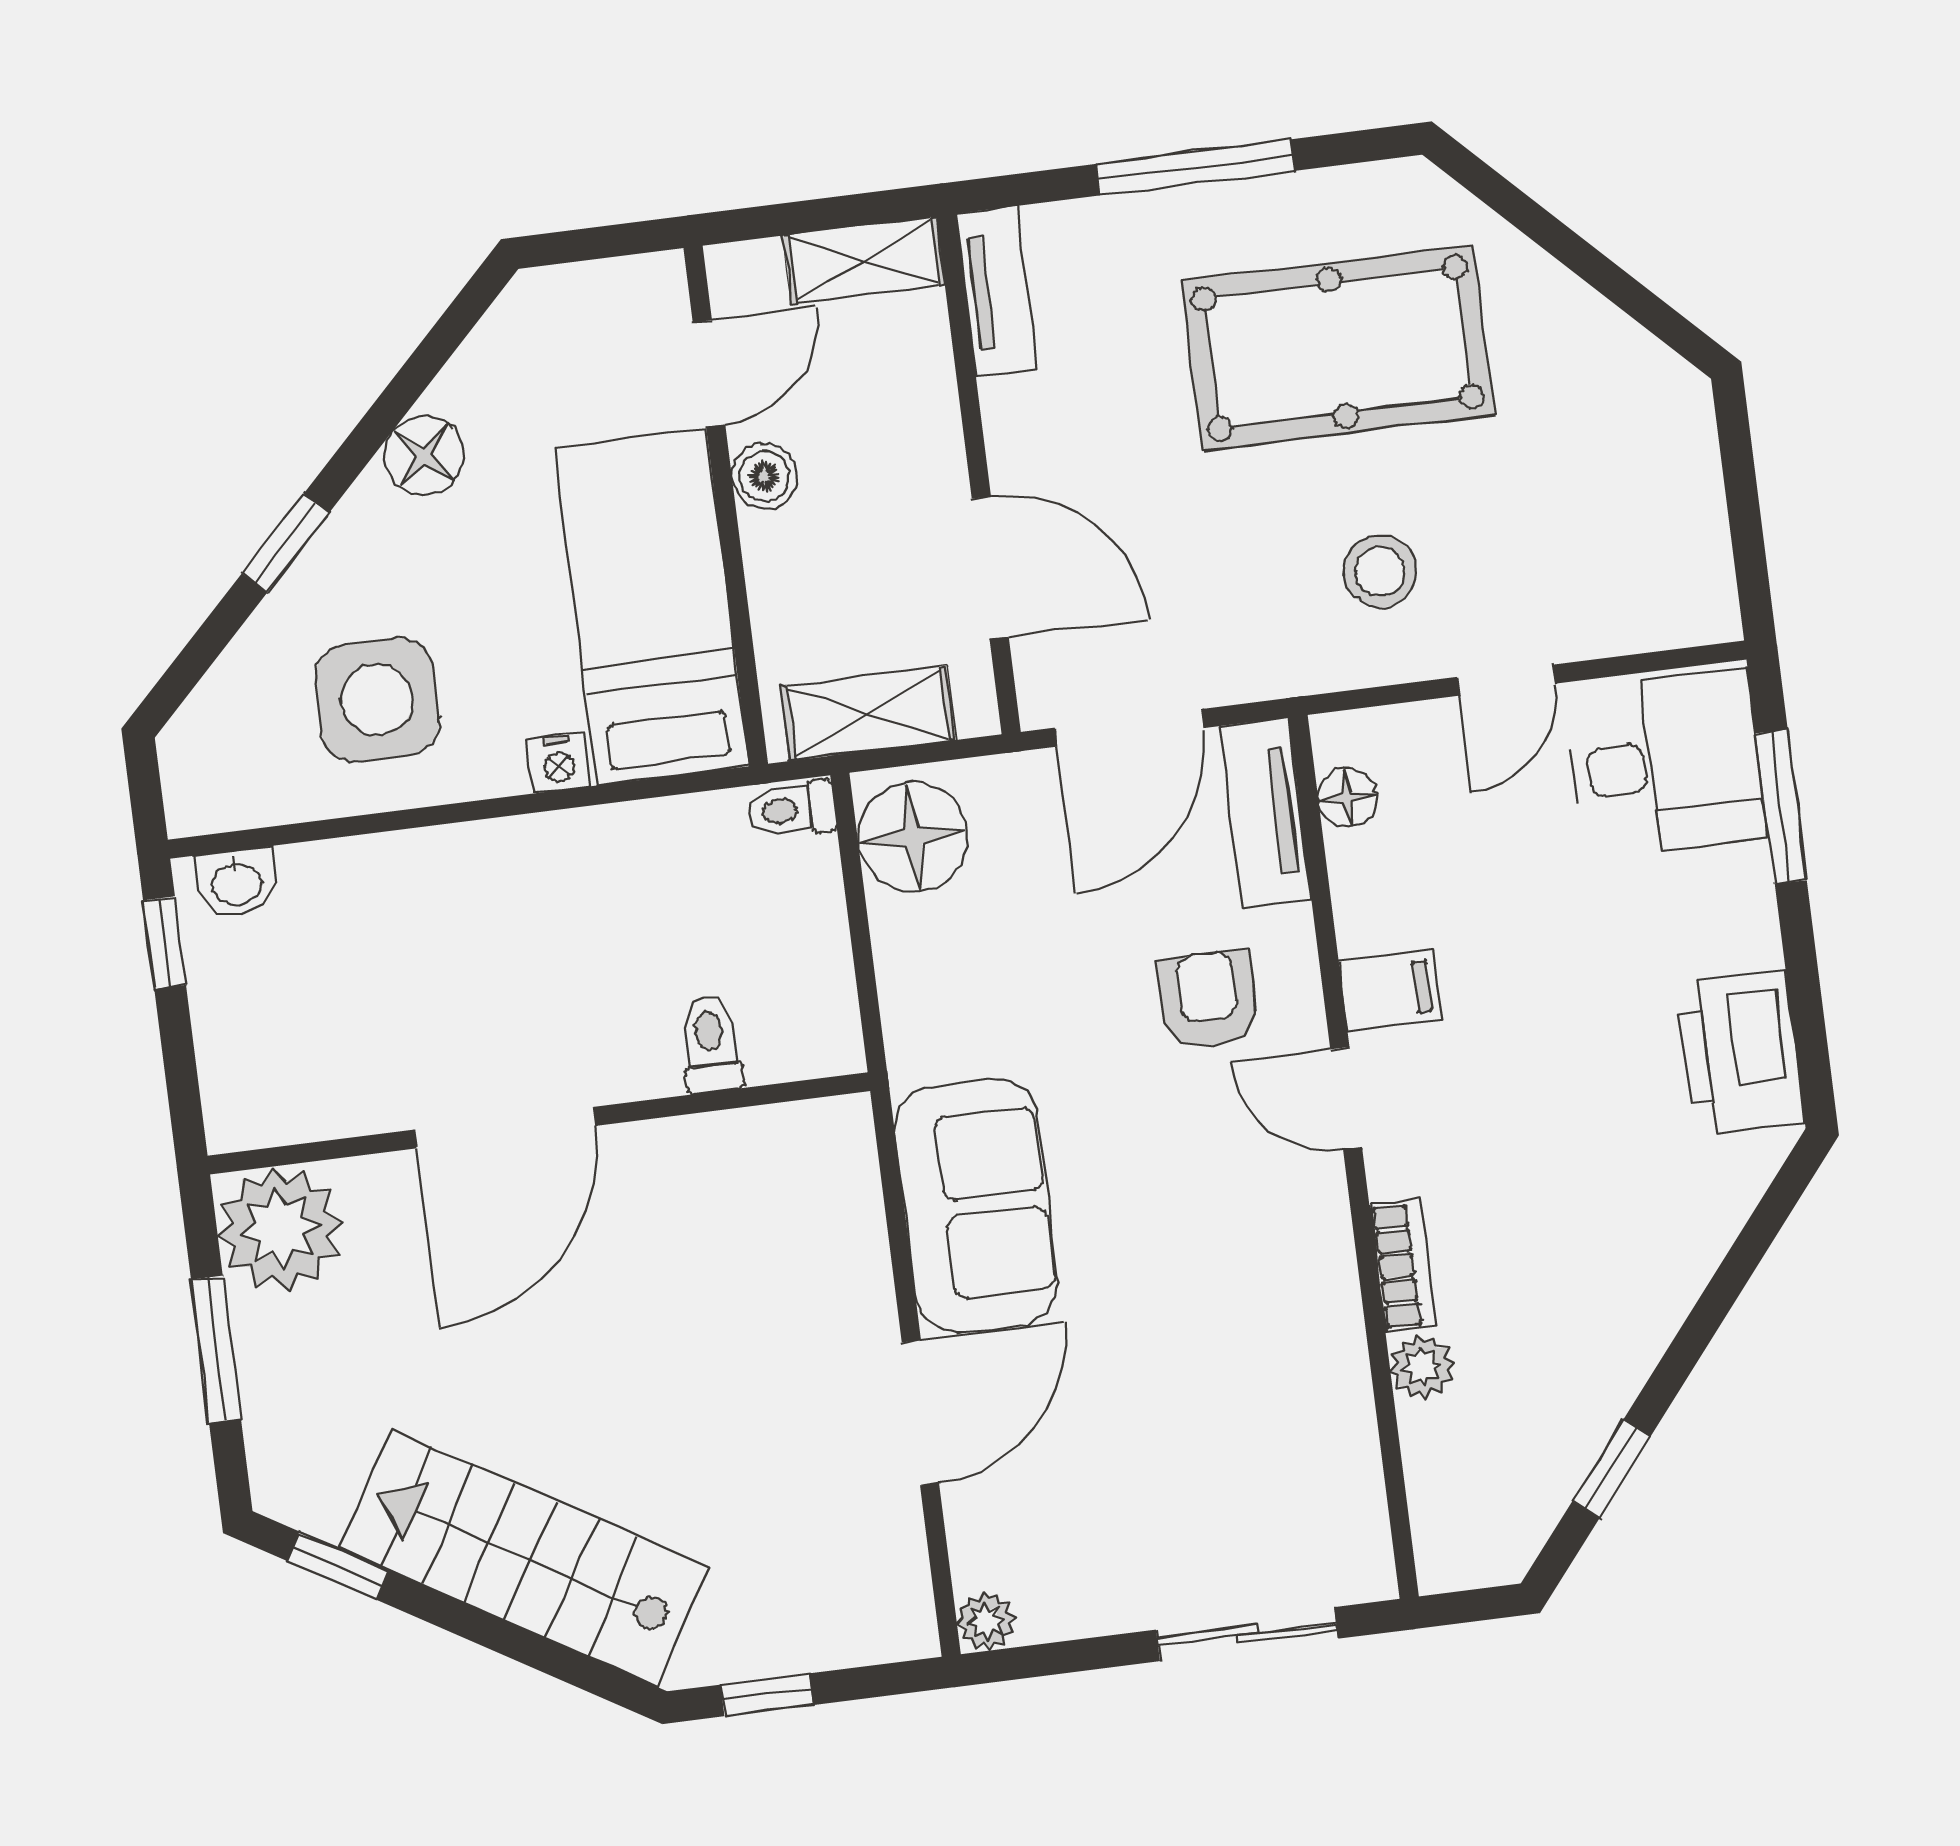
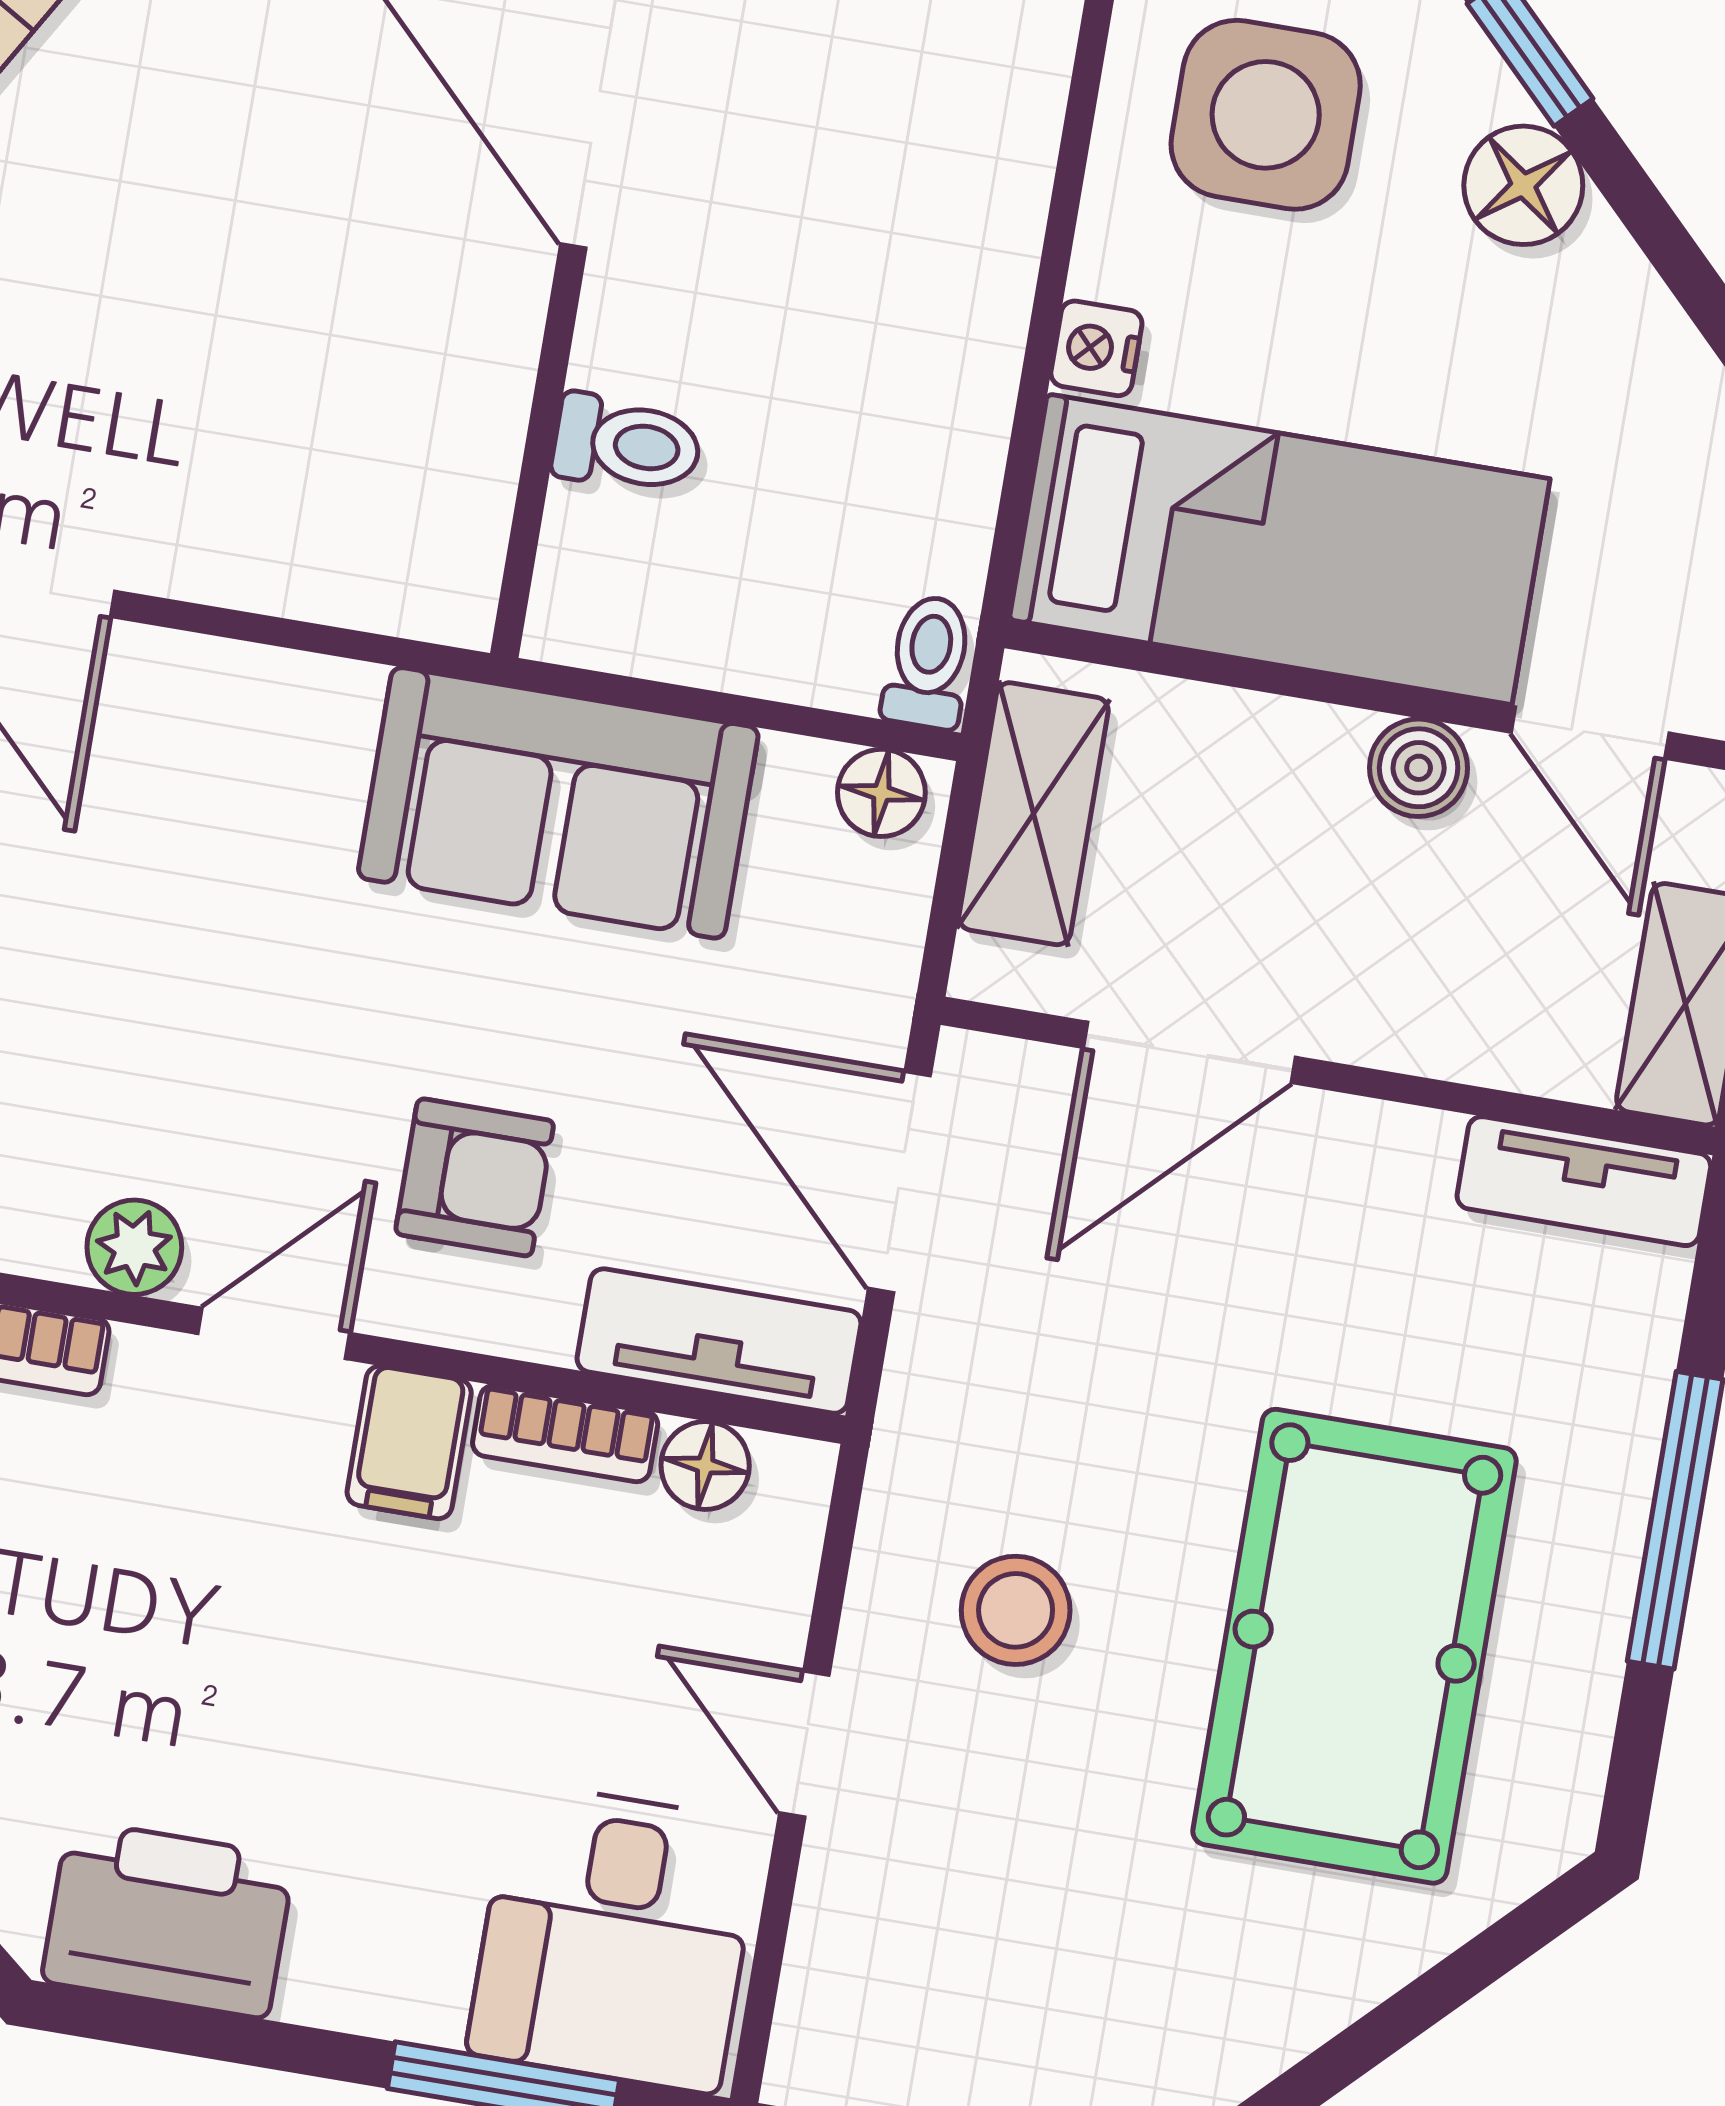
floor lamp: (424, 455) -> (1523, 185), moved
floor lamp: (913, 837) -> (881, 793), width x0.53, depth x0.53
bookcase: (1354, 893) -> (565, 1434), added
plant: (1318, 1204) -> (134, 1247), added
sofa: (976, 1205) -> (558, 803), moved

